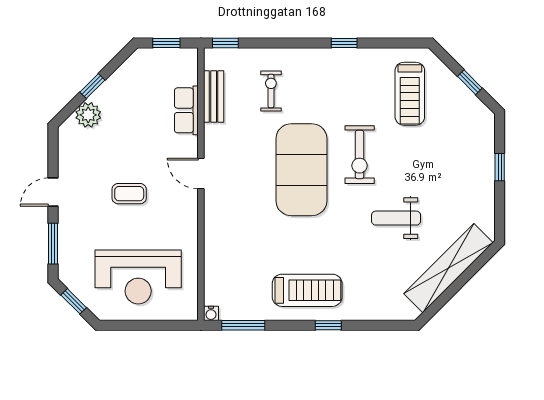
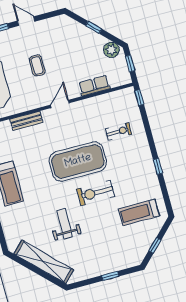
bench: (214, 97) -> (26, 121), moved
plant: (88, 115) -> (111, 50), moved

